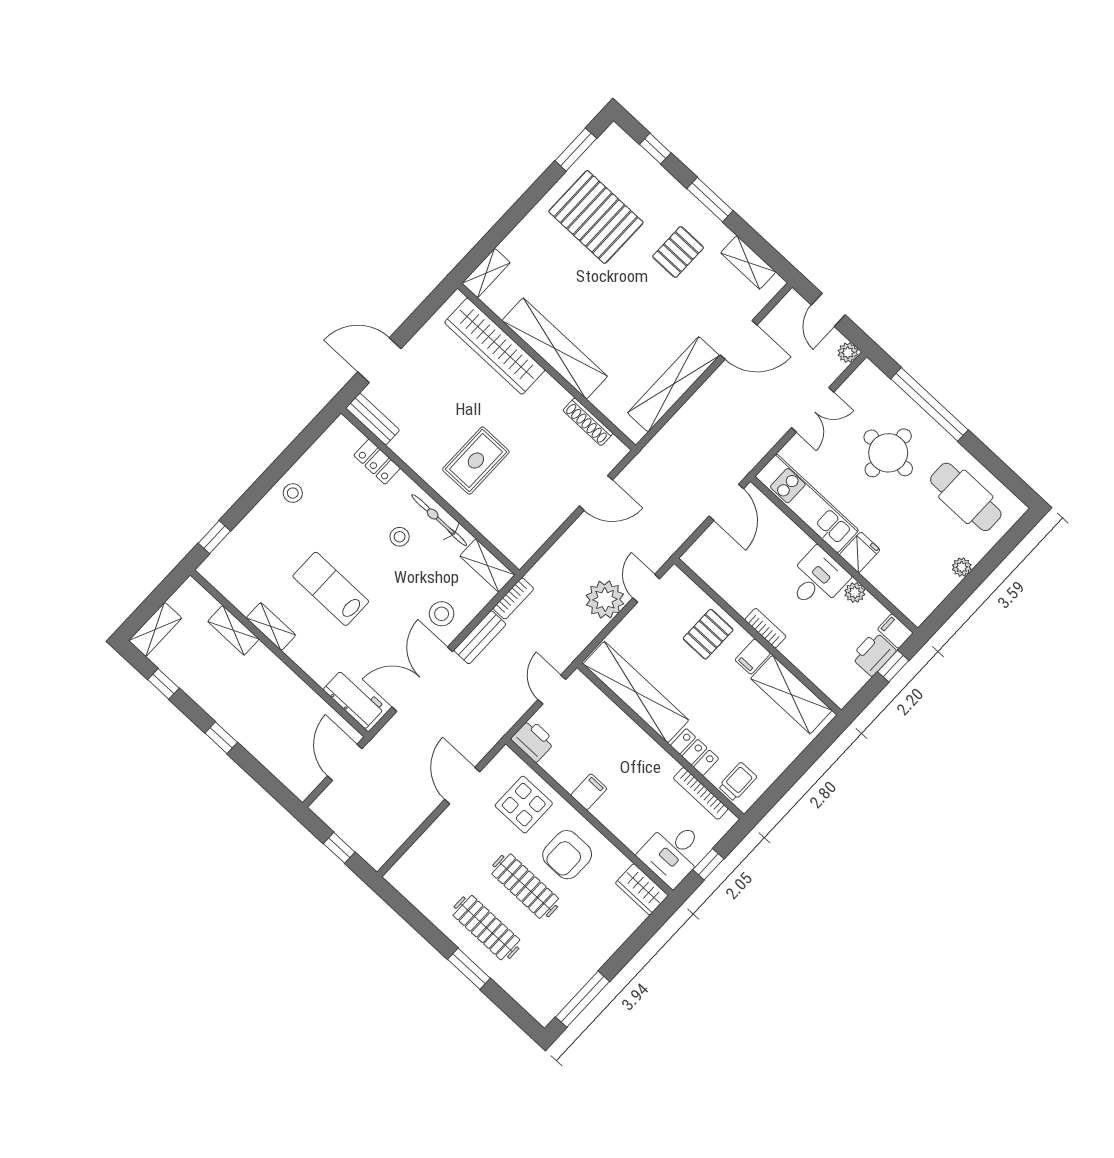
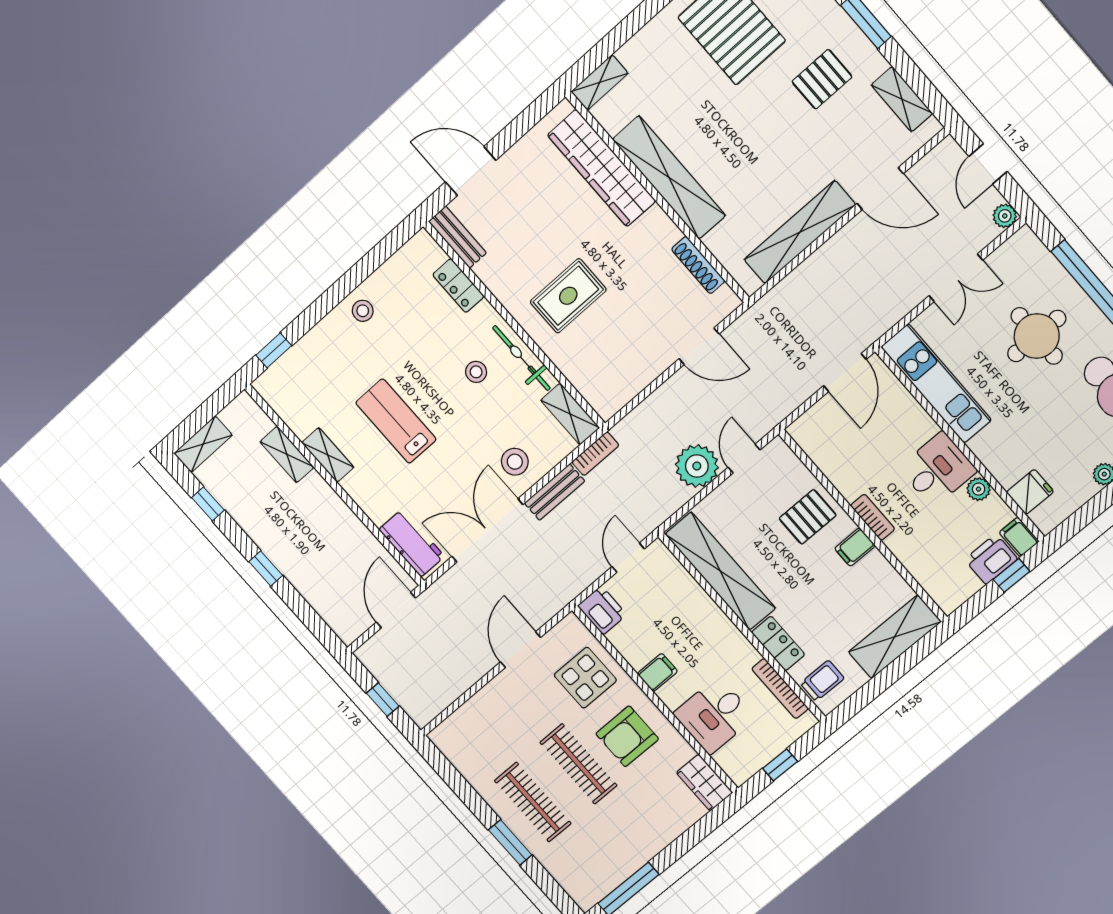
fridge: (860, 552) -> (1030, 492), moved
shelving: (791, 694) -> (895, 637), moved, turned 90
desk: (673, 853) -> (714, 715), moved

